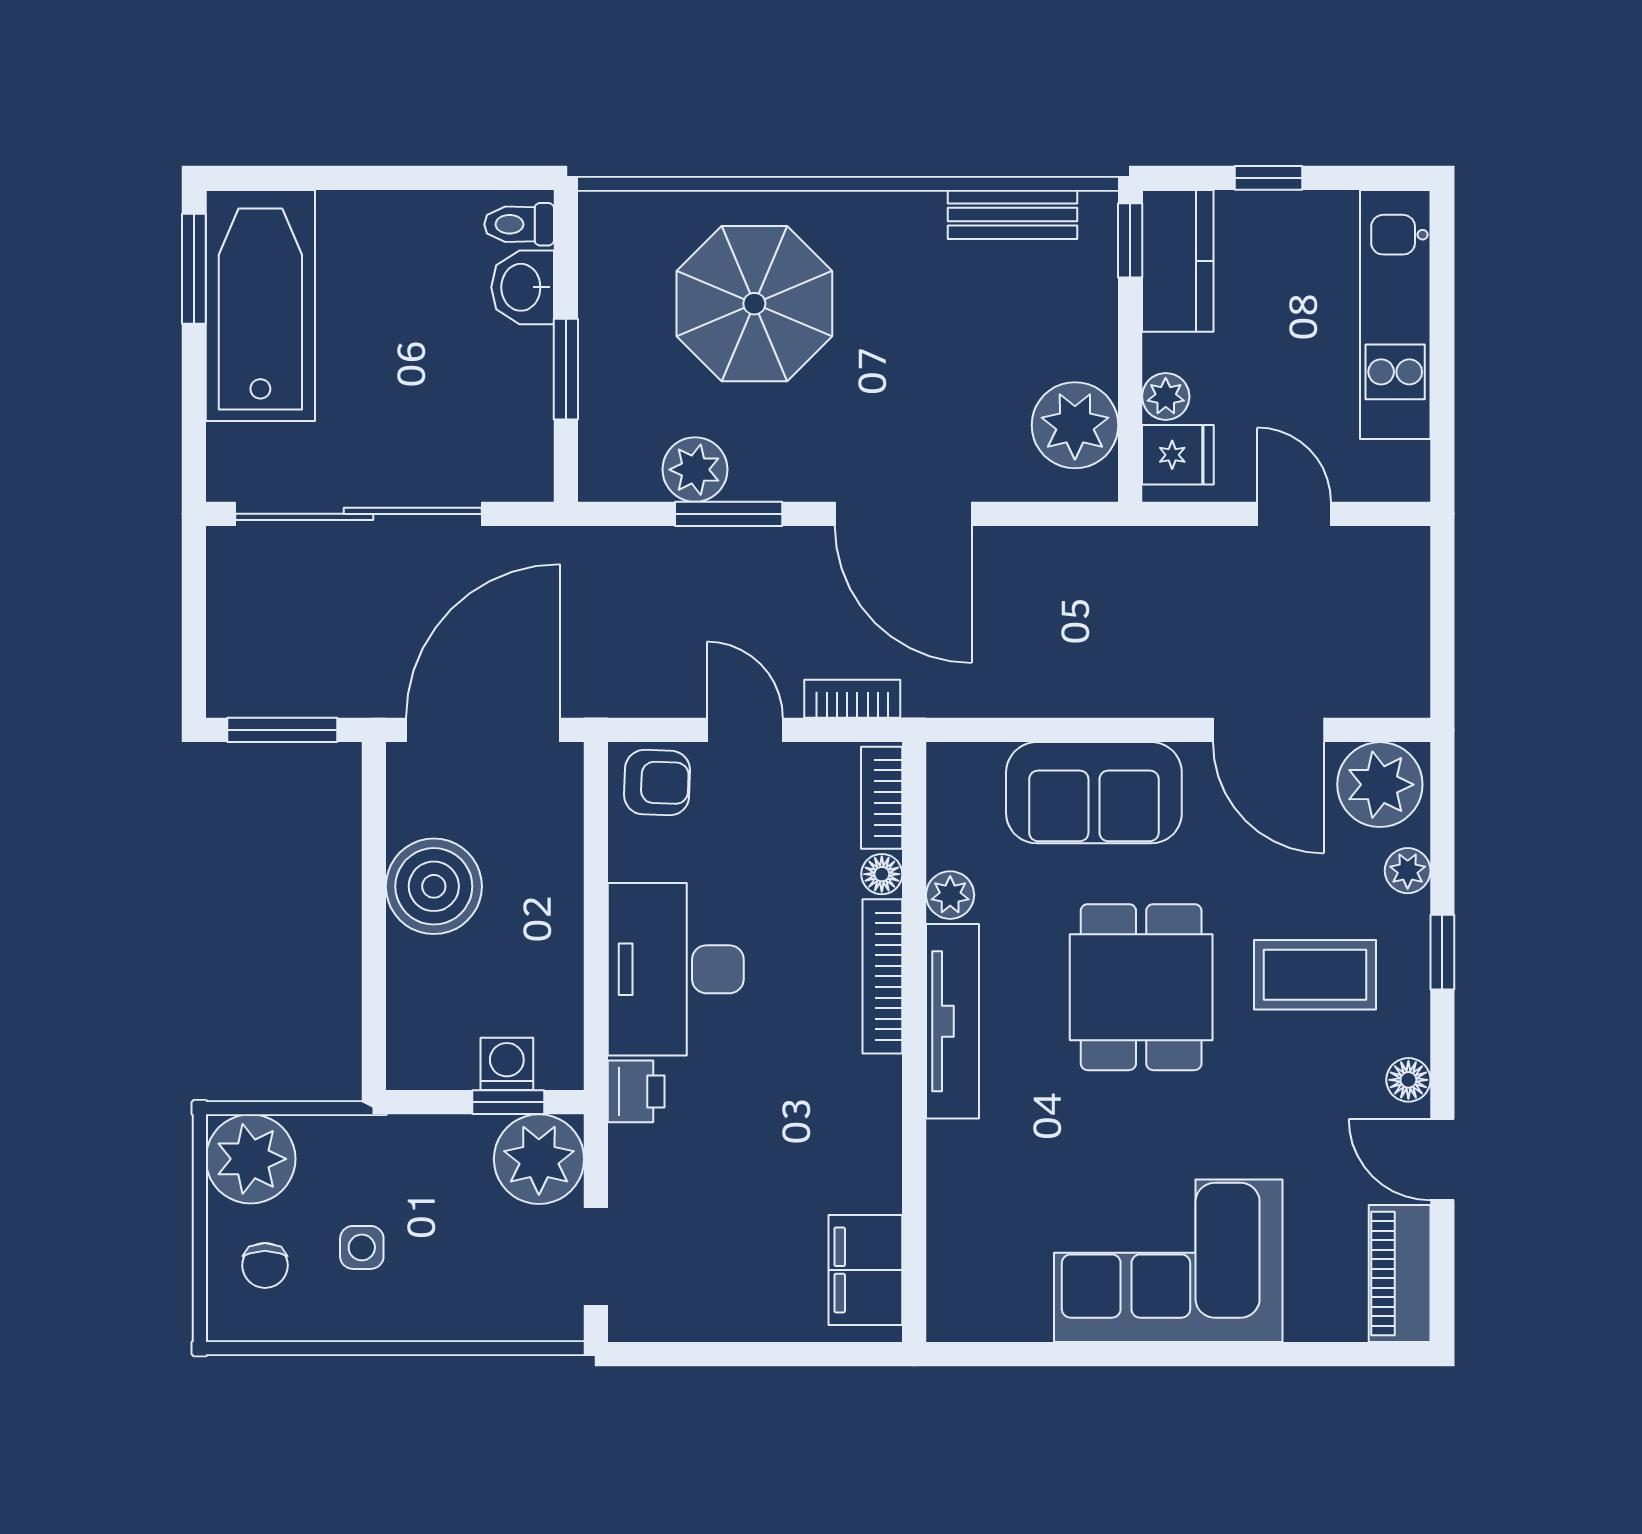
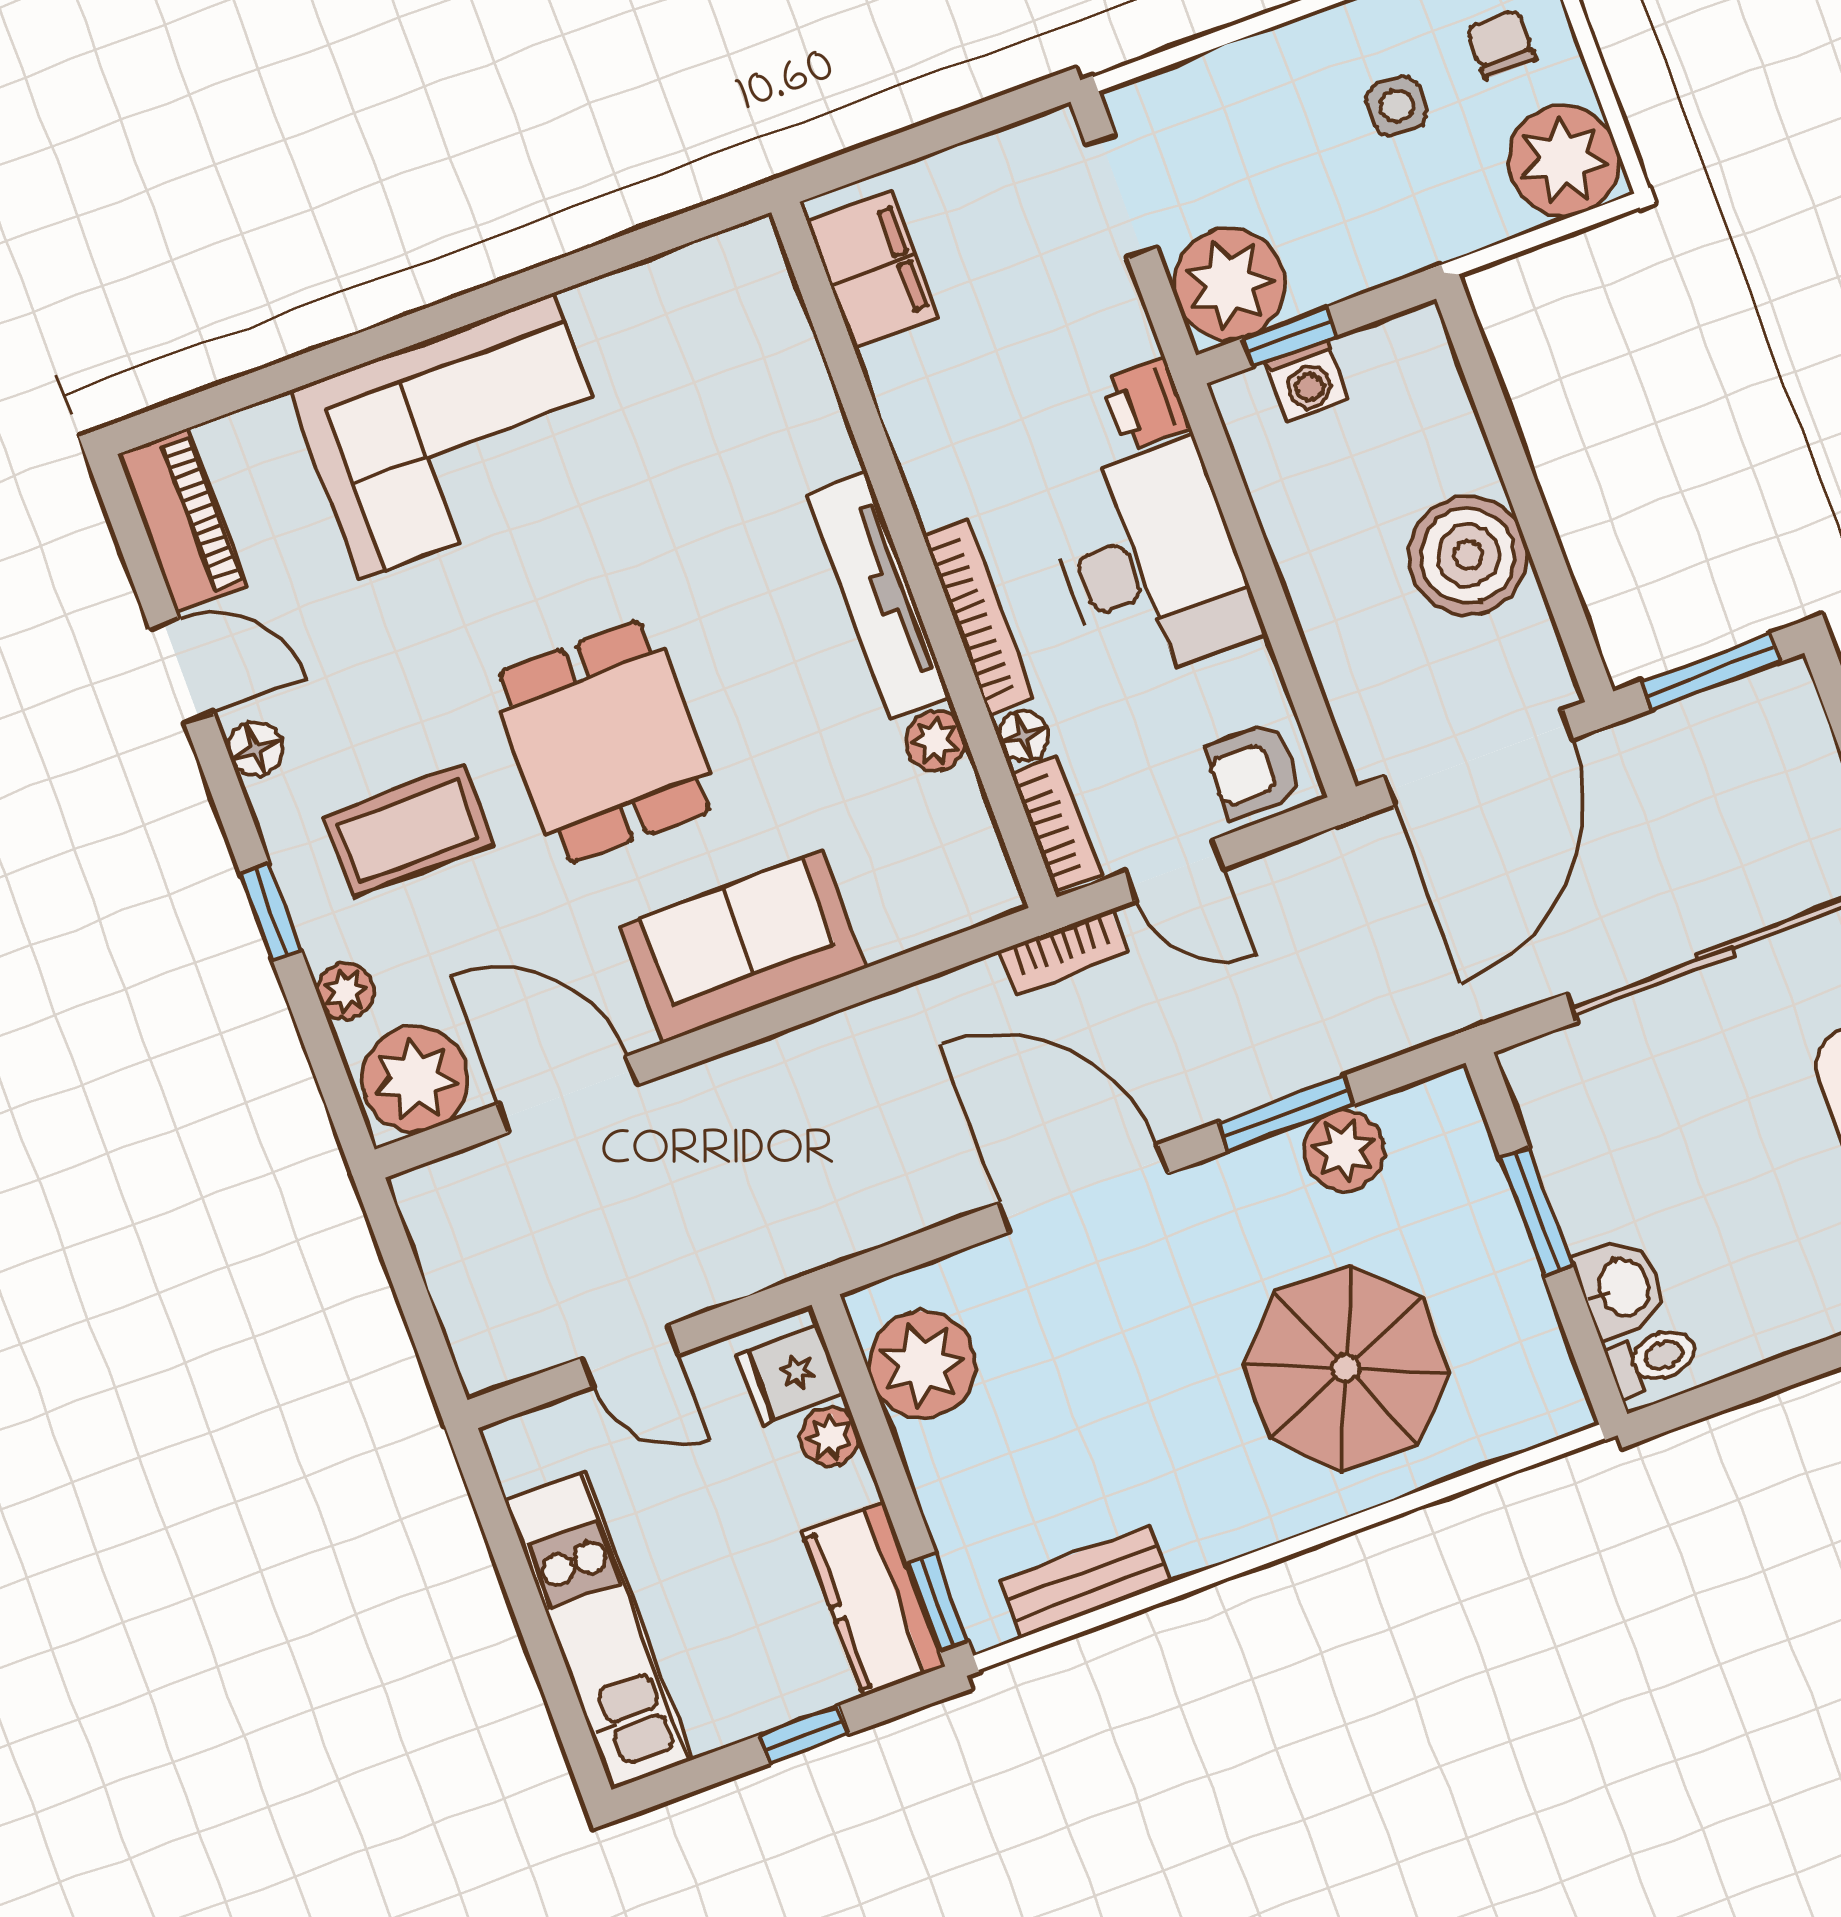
bookcase: (882, 798) -> (1056, 824), moved
floor lamp: (882, 874) -> (1023, 736), moved
plant: (950, 895) -> (935, 741), moved
bookcase: (882, 976) -> (979, 617), moved
tv unit: (953, 1021) -> (878, 596), moved
wall: (914, 1042) -> (914, 555), moved
filing cabinet: (865, 1270) -> (873, 270), moved

